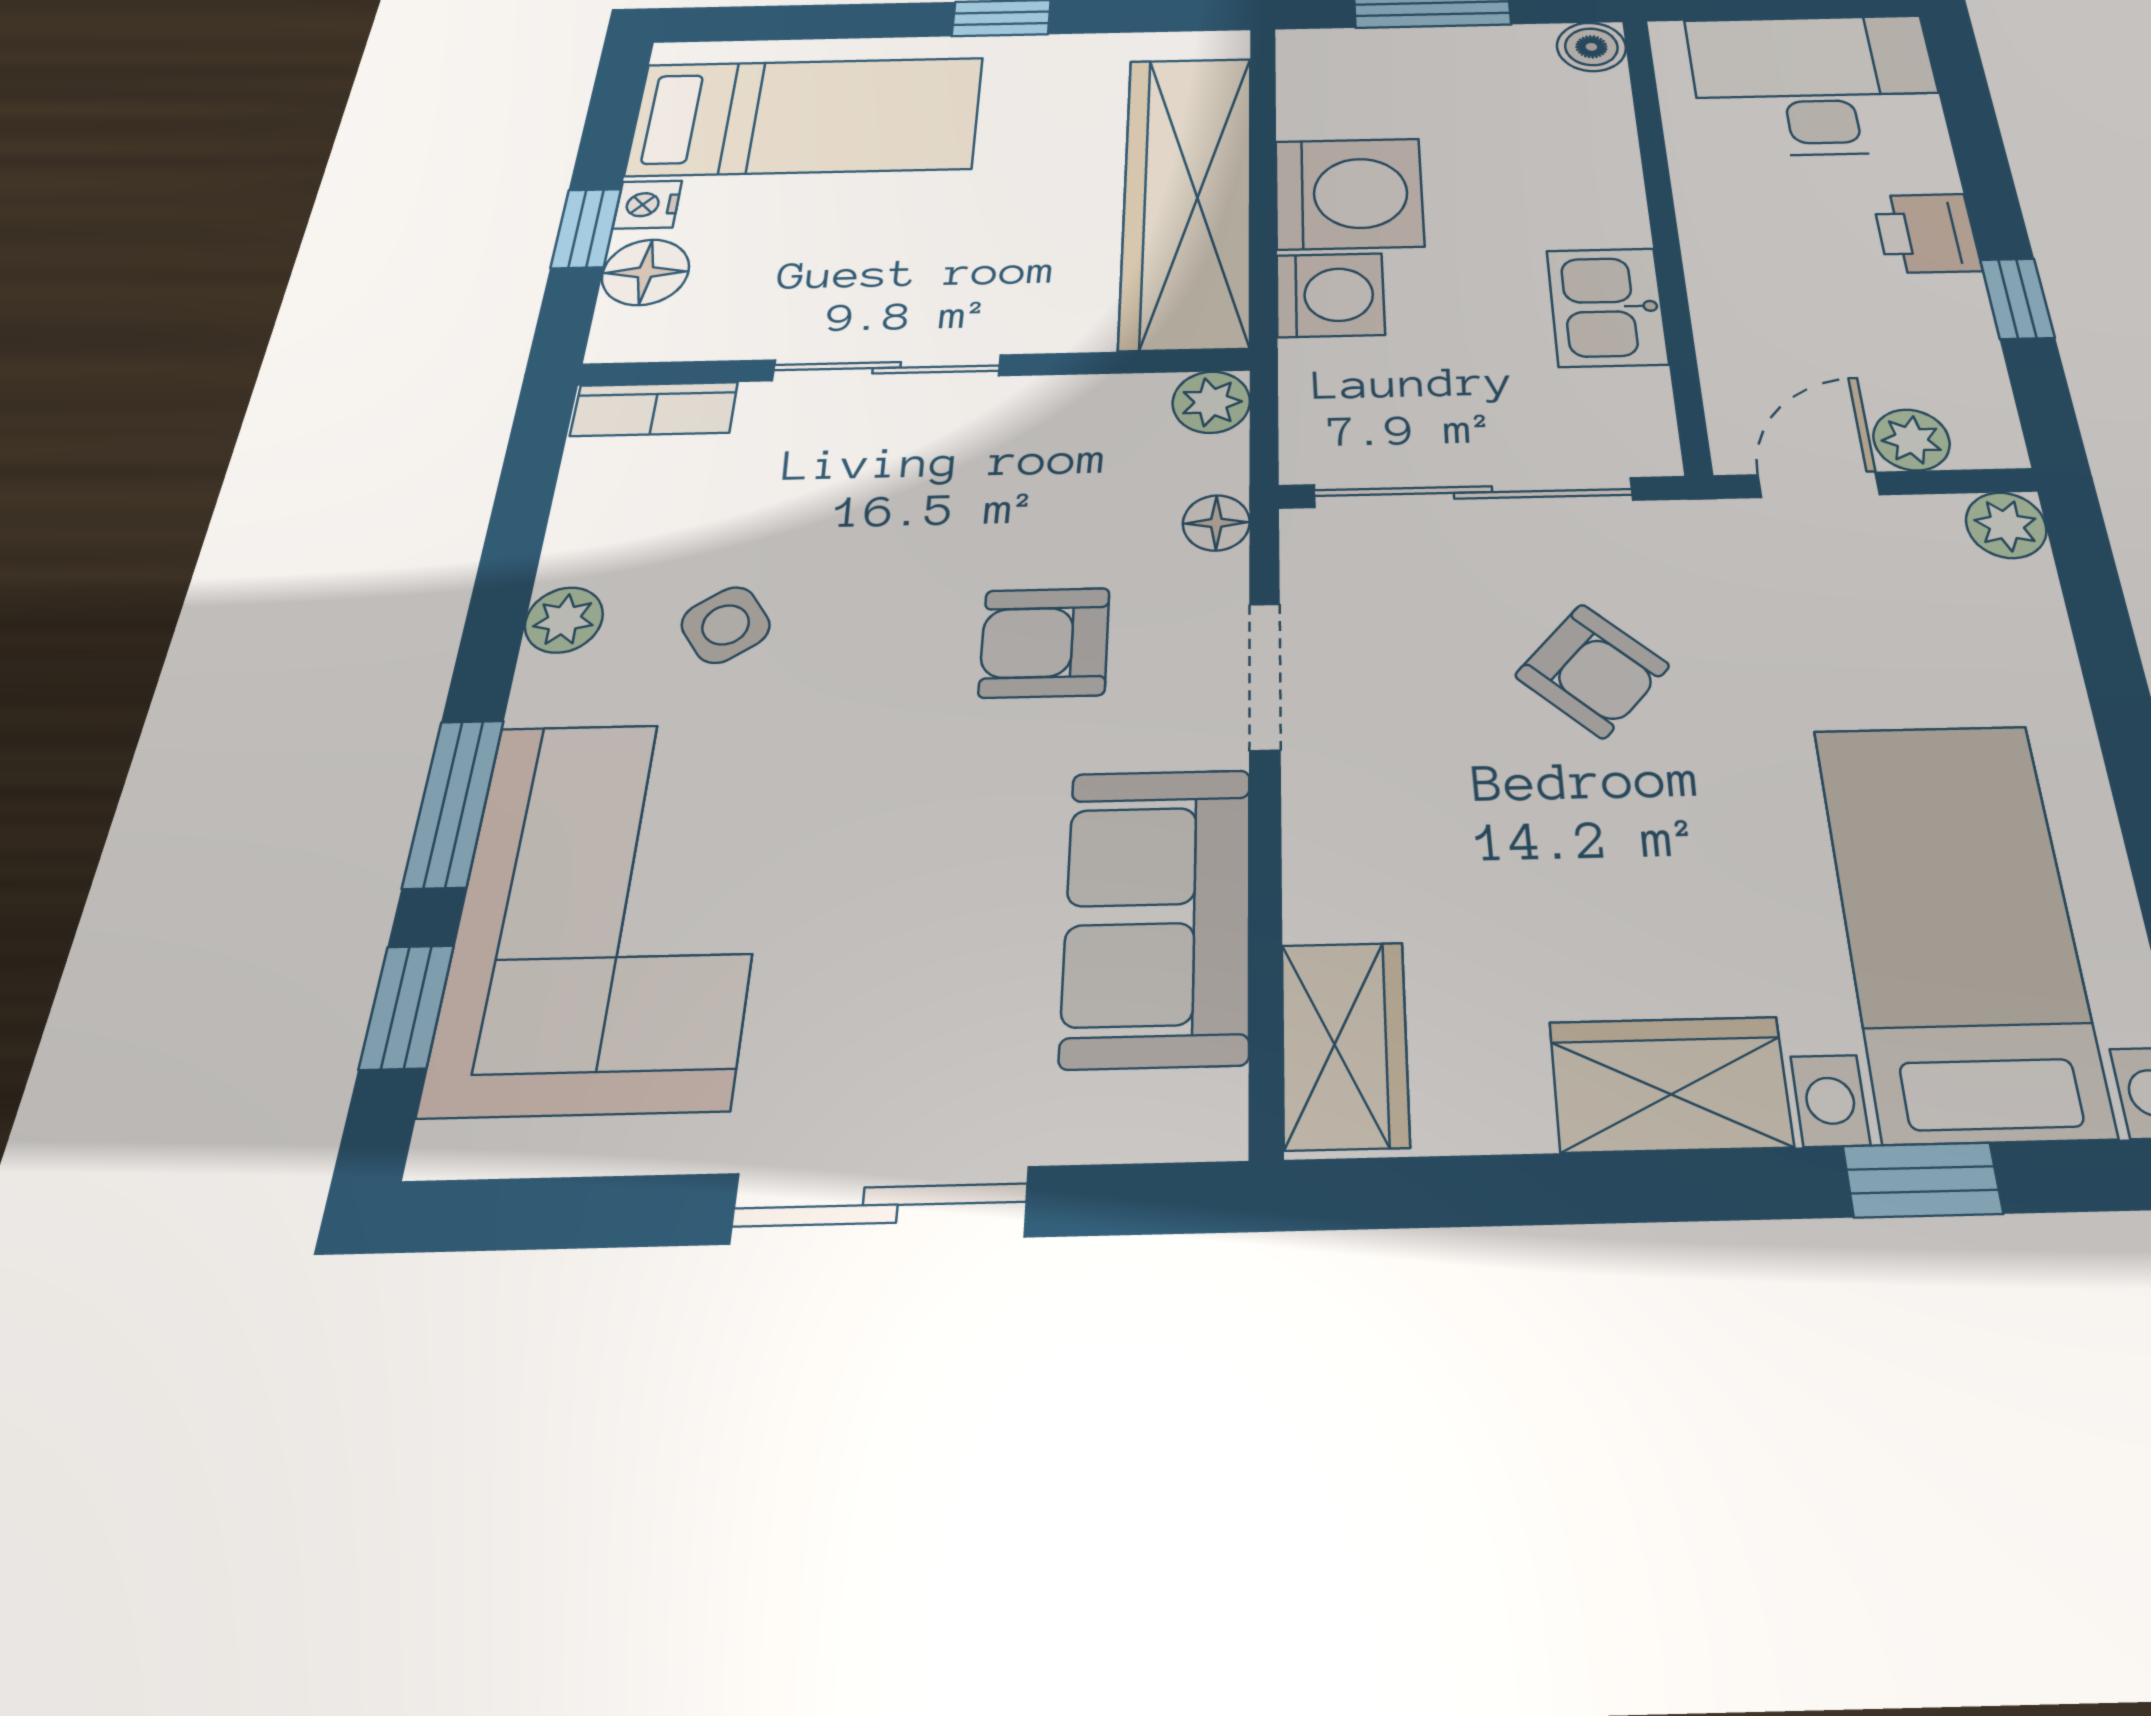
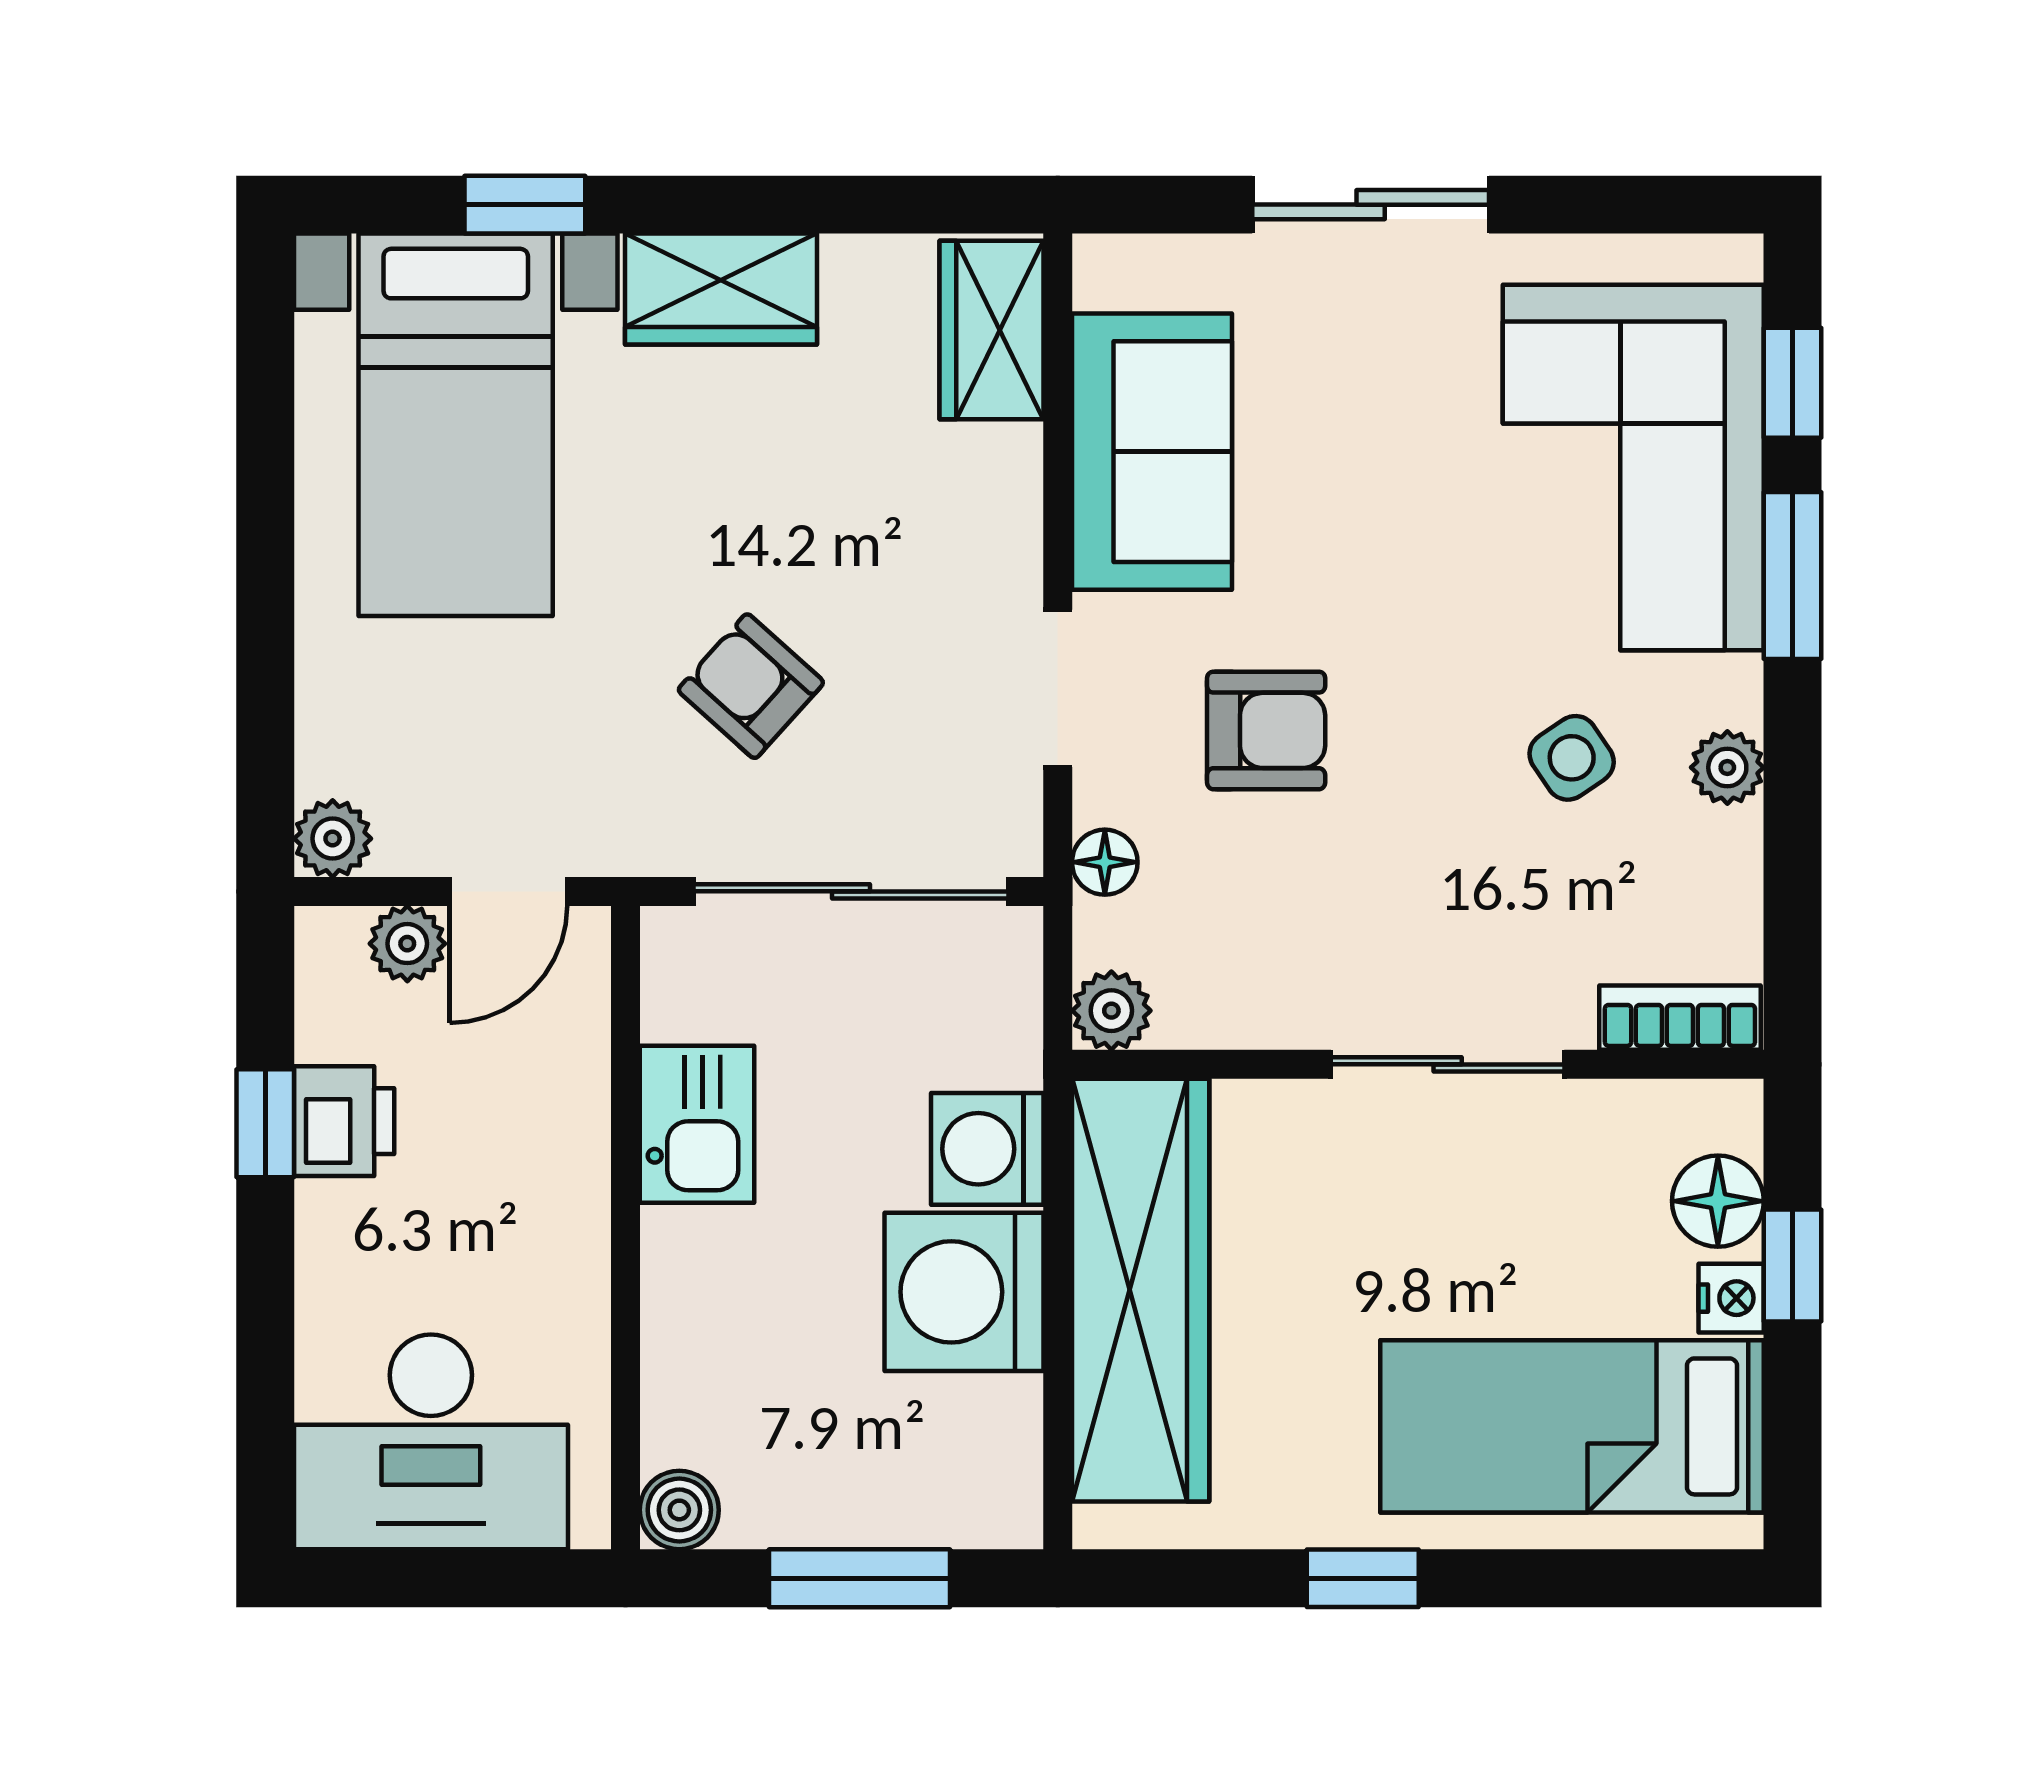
printer: (1927, 233) -> (344, 1121), moved

